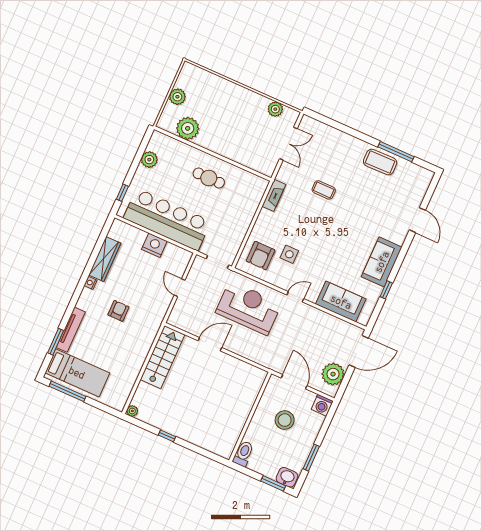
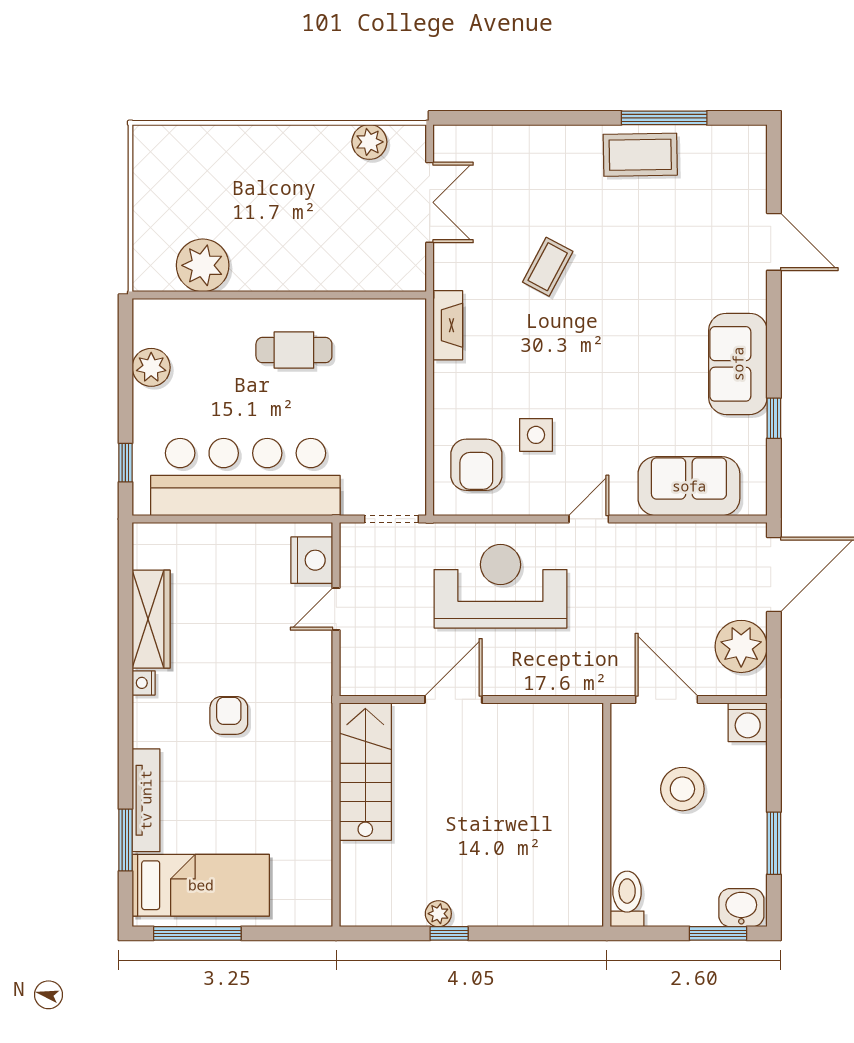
plant: (177, 97) -> (151, 208), removed
coffee table: (324, 190) -> (548, 267), turned -62
nightstand: (154, 245) -> (312, 560), moved, turned 90
door: (180, 288) -> (336, 609), hinge flipped
plant: (132, 411) -> (438, 914), moved

